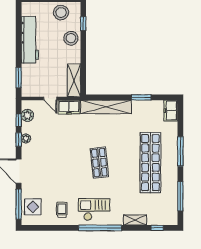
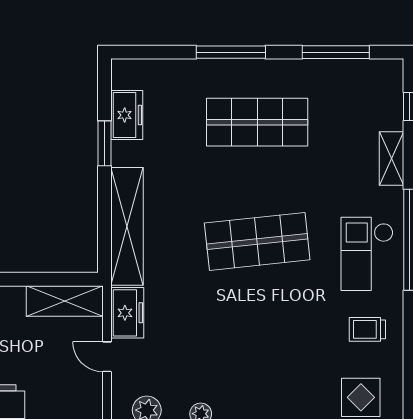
door: (50, 98) -> (107, 357), swing flipped
freezer: (171, 111) -> (127, 115), moved, turned -90
shop shelf: (99, 163) -> (257, 241), width x1.43, depth x1.36
shop shelf: (150, 163) -> (257, 122), width x0.71

